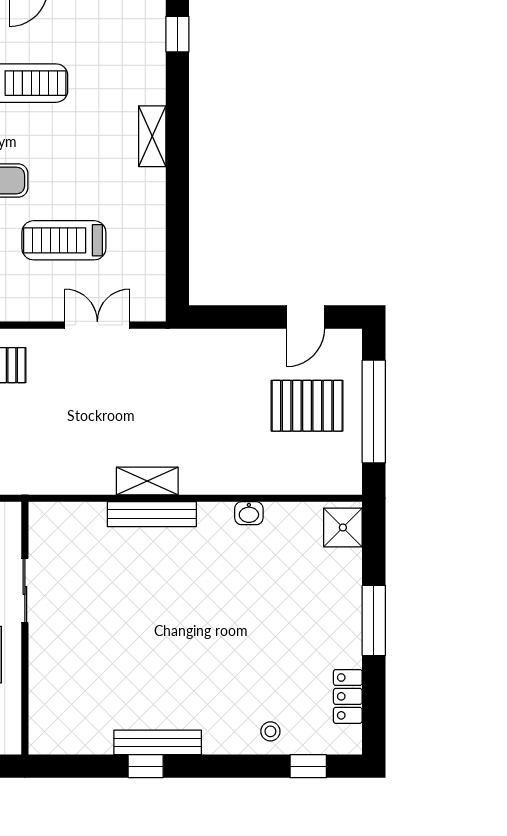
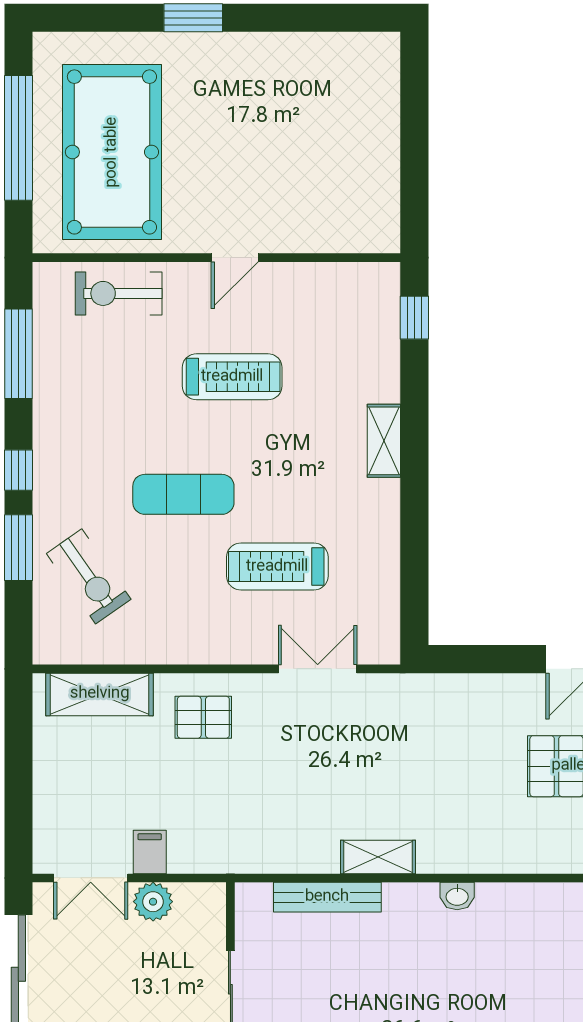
washbasin: (249, 513) -> (457, 896), moved
bench: (152, 514) -> (327, 897), moved

